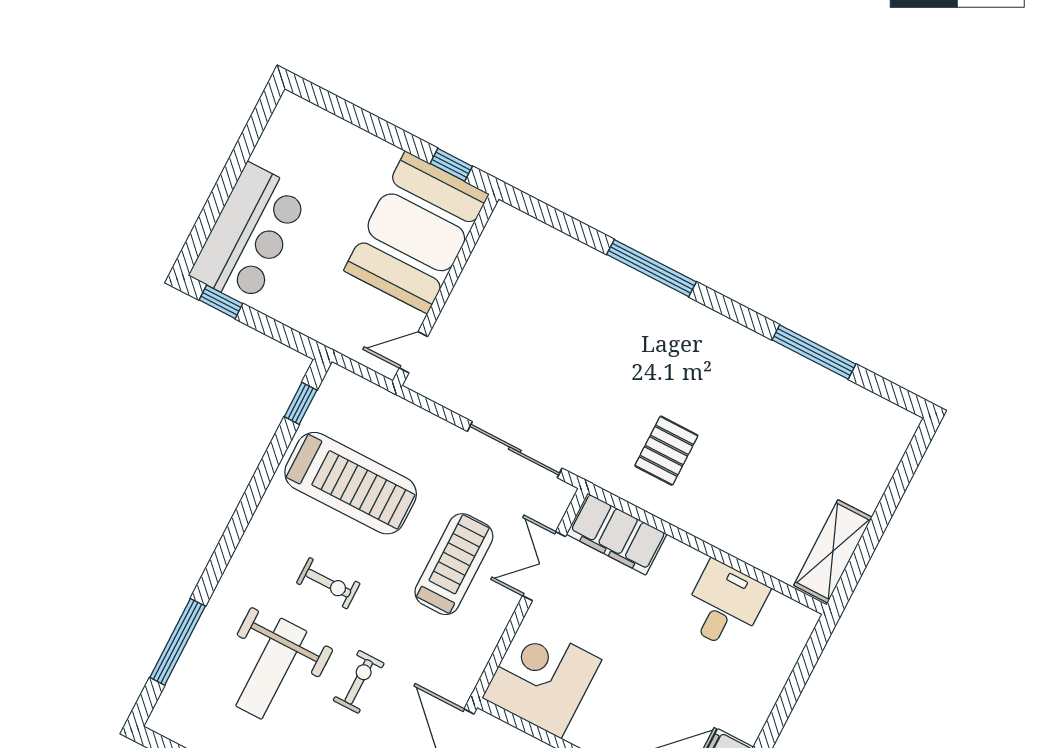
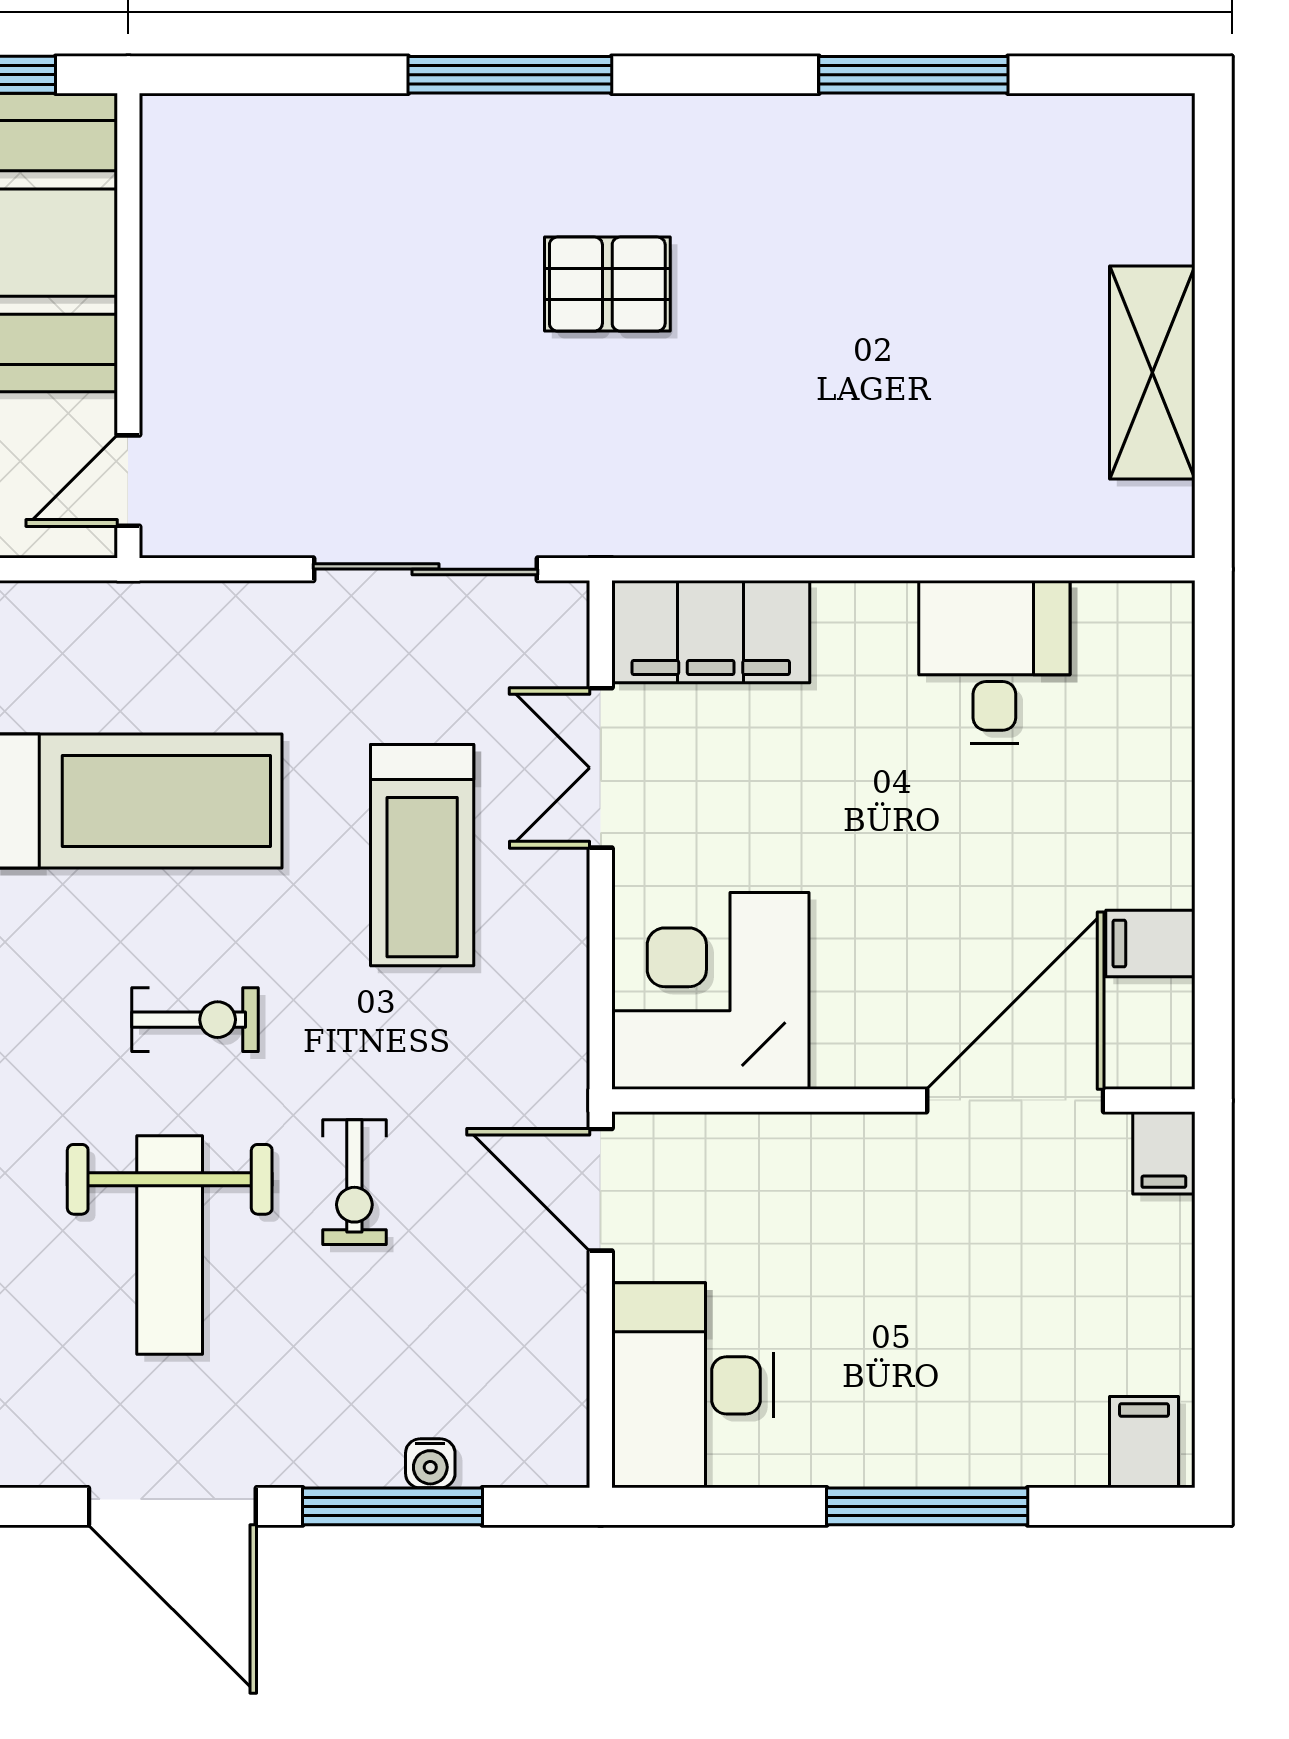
pallet: (666, 451) -> (607, 284), moved, turned 90
shelving: (833, 551) -> (1152, 373), moved
treadmill: (454, 564) -> (422, 855), turned 180
exercise bike: (359, 682) -> (354, 1182), turned 180

